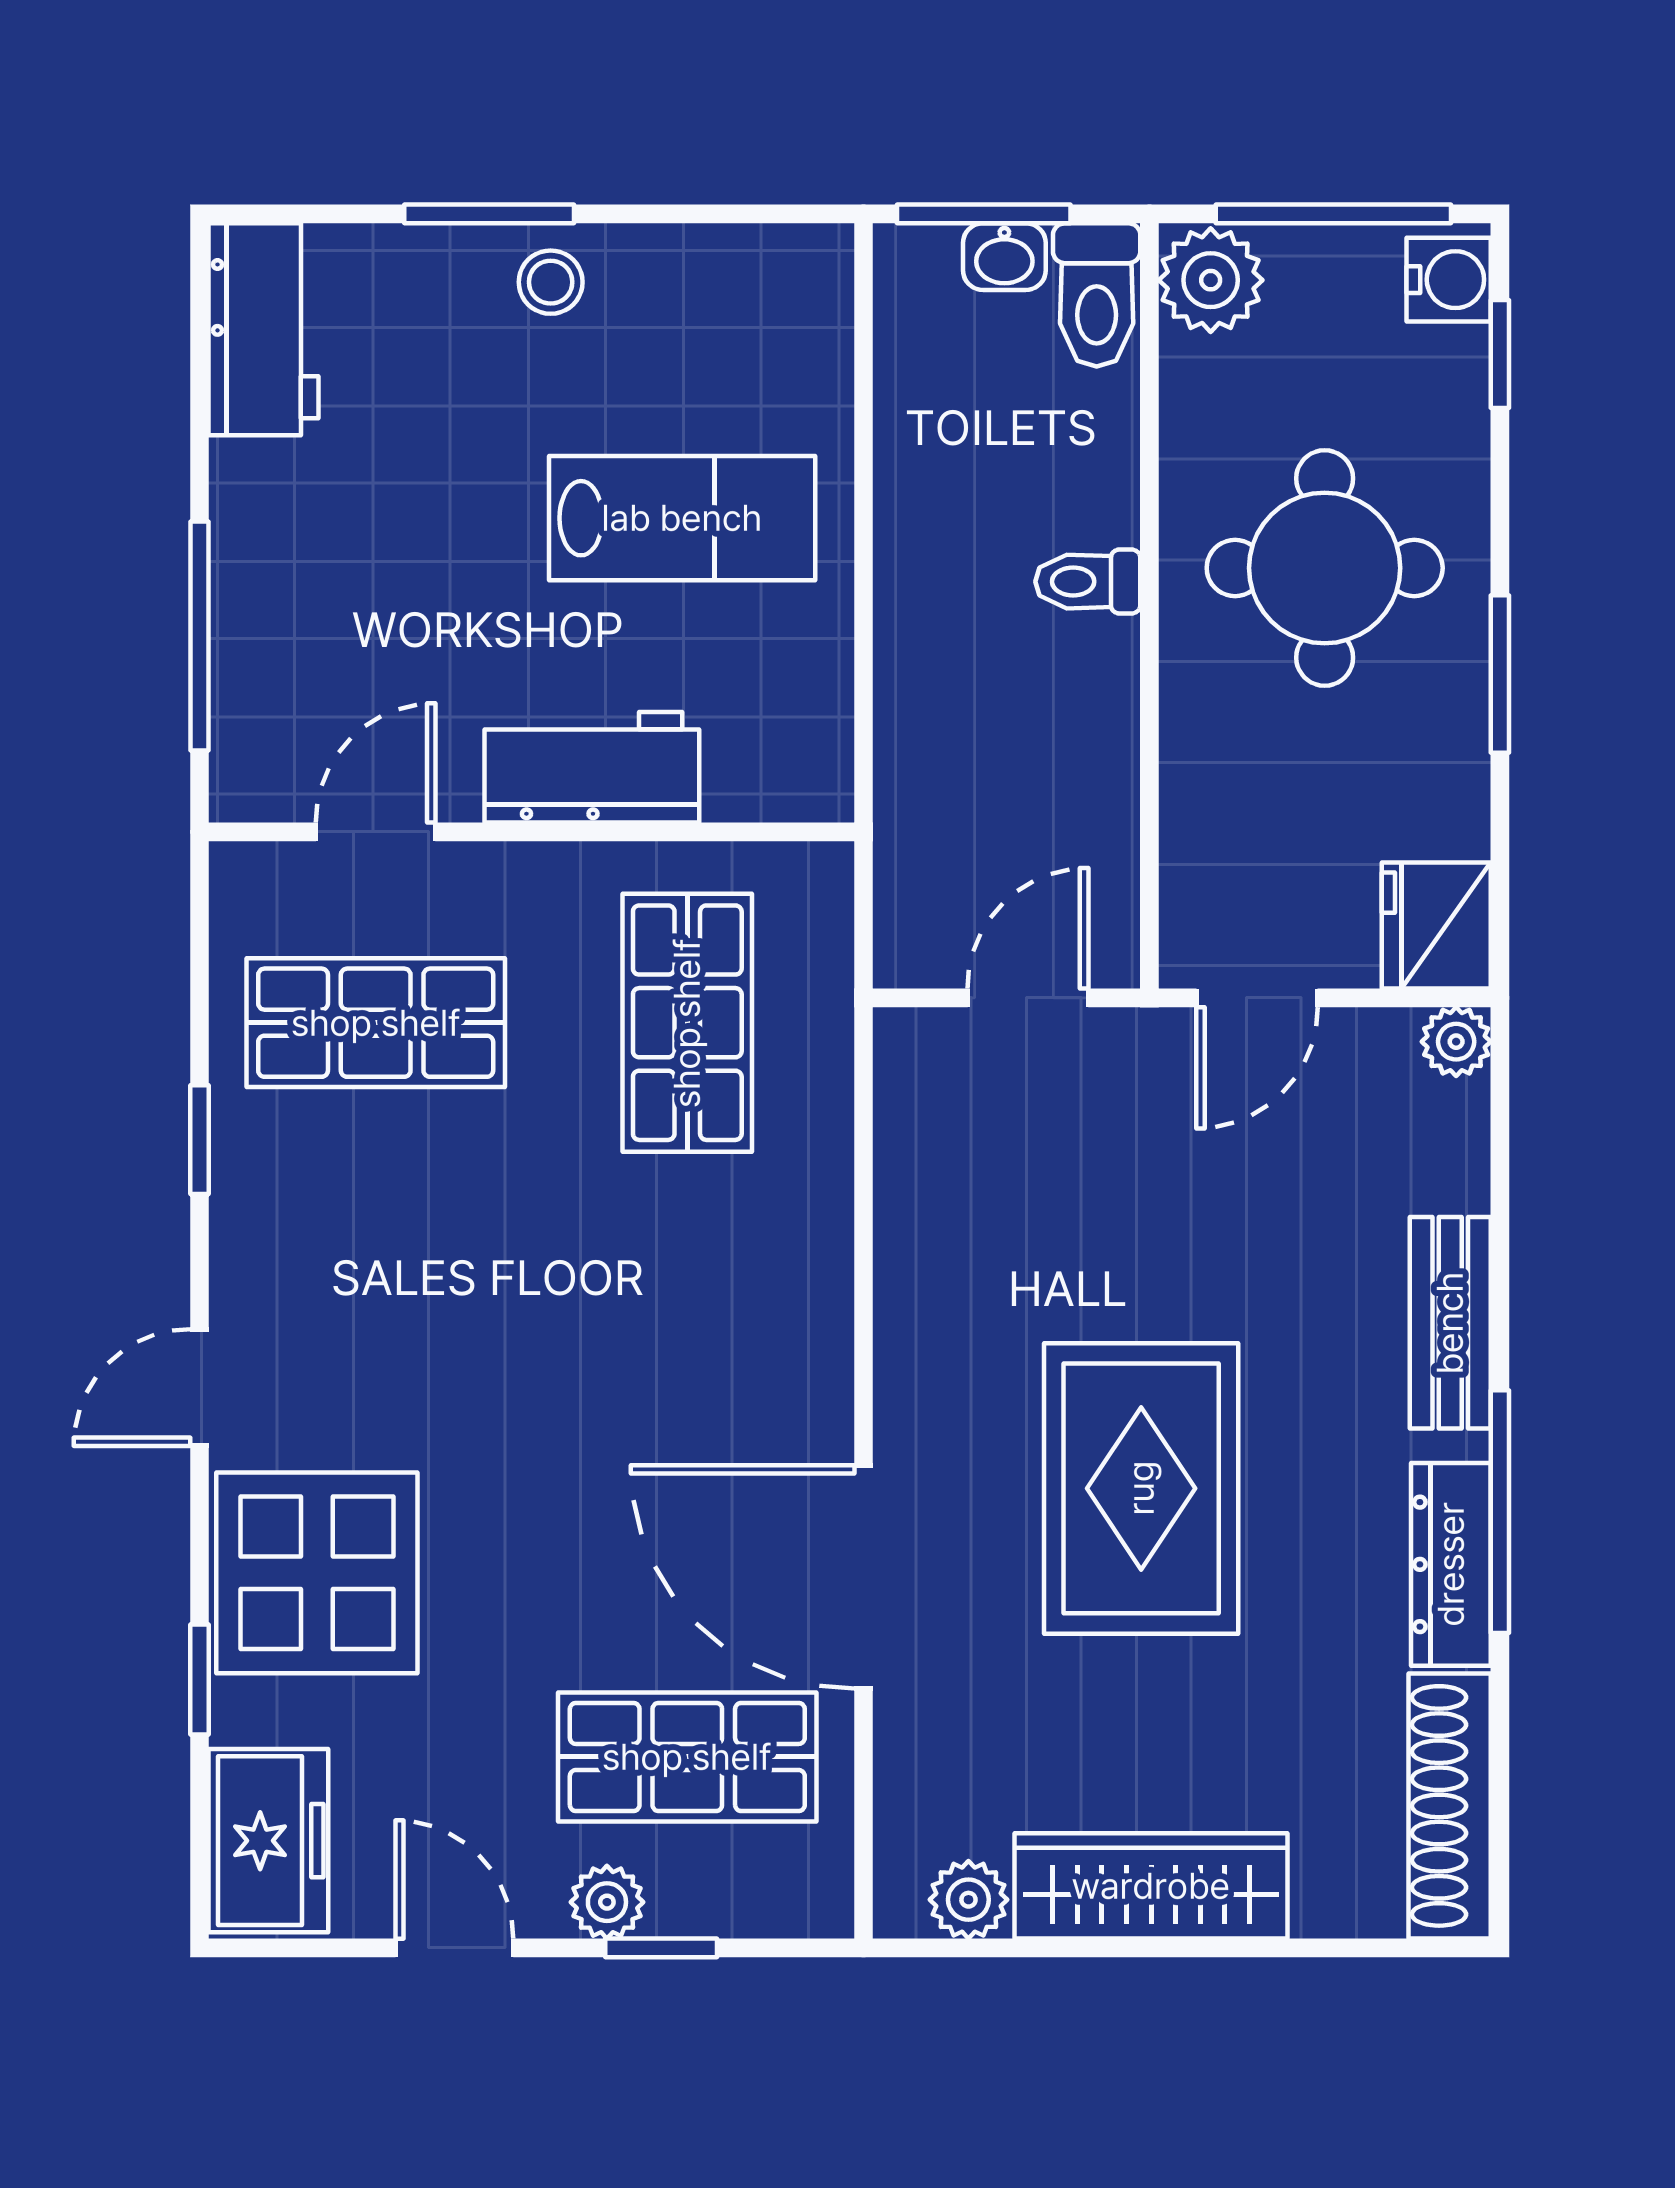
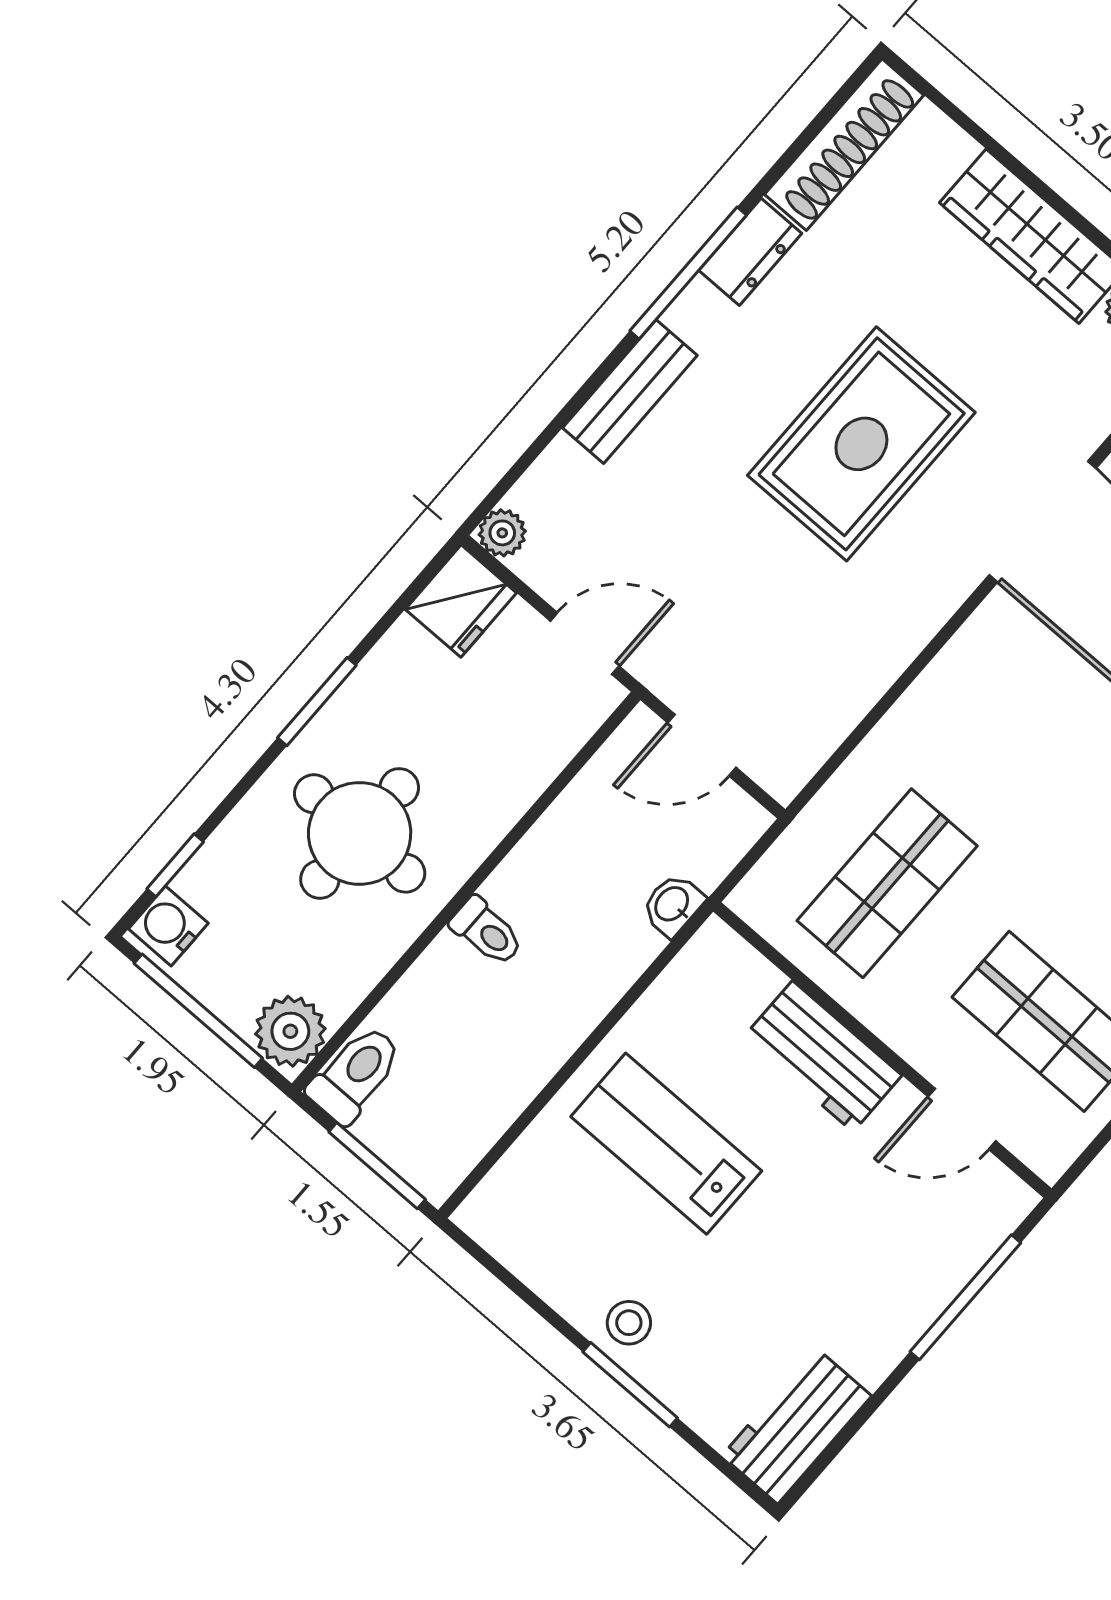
washbasin: (1004, 257) -> (673, 905), moved, turned -90
dresser: (1451, 1564) -> (750, 252), width x0.70

